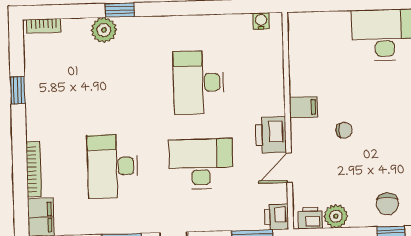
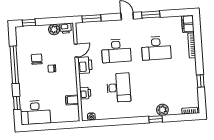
filing cabinet: (304, 107) -> (72, 100), moved
desk: (113, 166) -> (156, 48), turned 90
chair: (387, 204) -> (37, 59), moved
printer: (277, 217) -> (85, 93), moved

